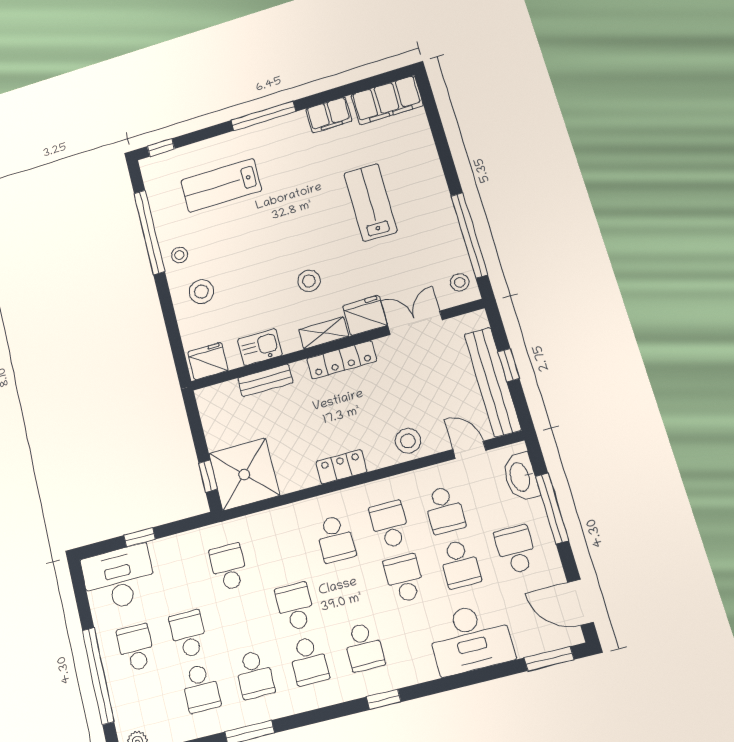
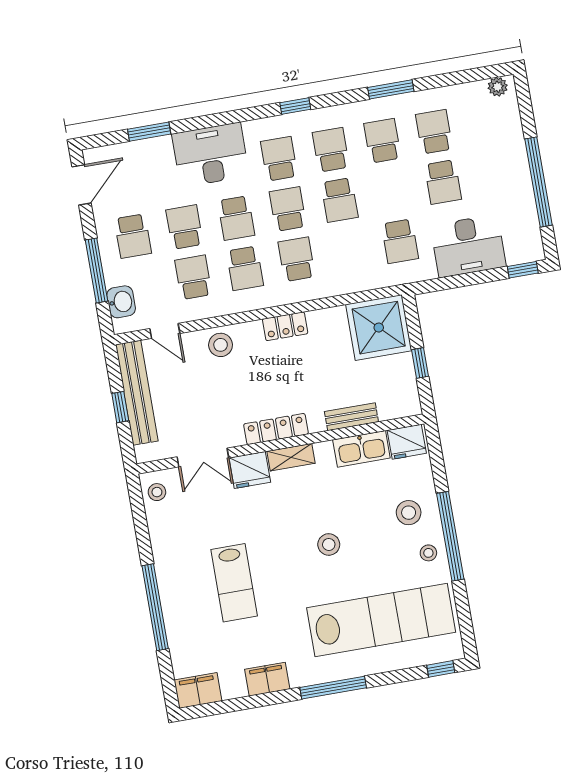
filing cabinet: (387, 100) -> (198, 690), width x0.67, depth x0.86
lab bench: (221, 185) -> (381, 620), width x1.86, depth x1.39
window: (149, 232) -> (450, 536), moved
window: (469, 235) -> (155, 607), moved
stool: (309, 281) -> (329, 544), moved
kitchen sink: (260, 347) -> (361, 449), width x1.38
window: (208, 476) -> (420, 363), moved
washbasin: (521, 477) -> (121, 302), width x0.72
window: (140, 537) -> (523, 270), moved
desk: (119, 578) -> (468, 246), moved
door: (580, 602) -> (82, 185), hinge flipped
desk: (470, 639) -> (211, 155), moved
school desk: (136, 648) -> (288, 209), moved, turned 180
window: (549, 659) -> (149, 132), moved
window: (98, 676) -> (539, 182), moved
window: (384, 699) -> (295, 106), moved

